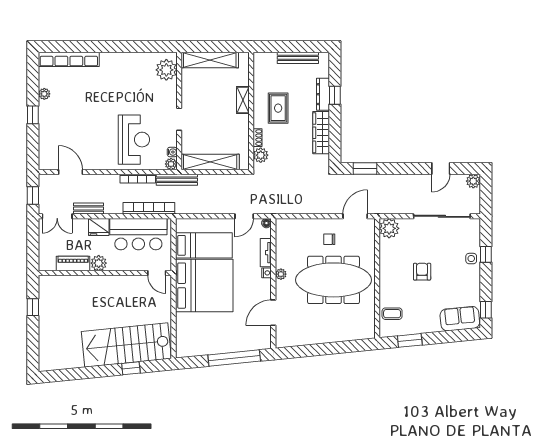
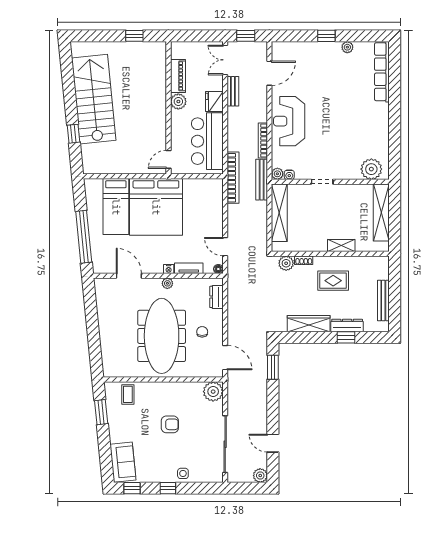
reception desk: (134, 140) -> (289, 121), moved, turned 90
bookcase: (149, 208) -> (233, 178), moved
dresser: (294, 225) -> (216, 297), added
bed: (204, 245) -> (116, 207), moved
window: (486, 254) -> (168, 488), moved
stairs: (126, 345) -> (94, 99), moved

